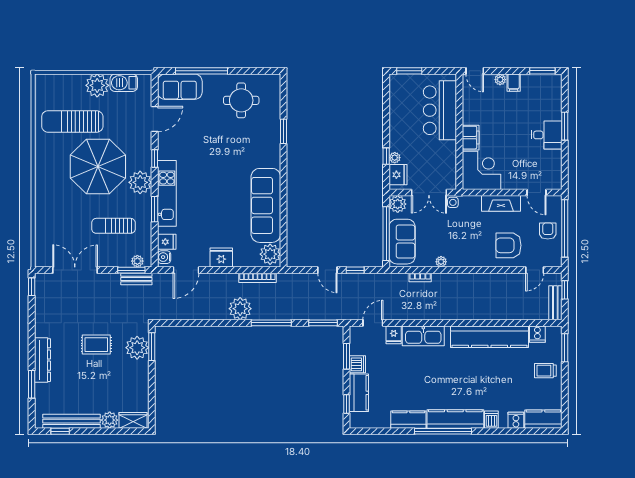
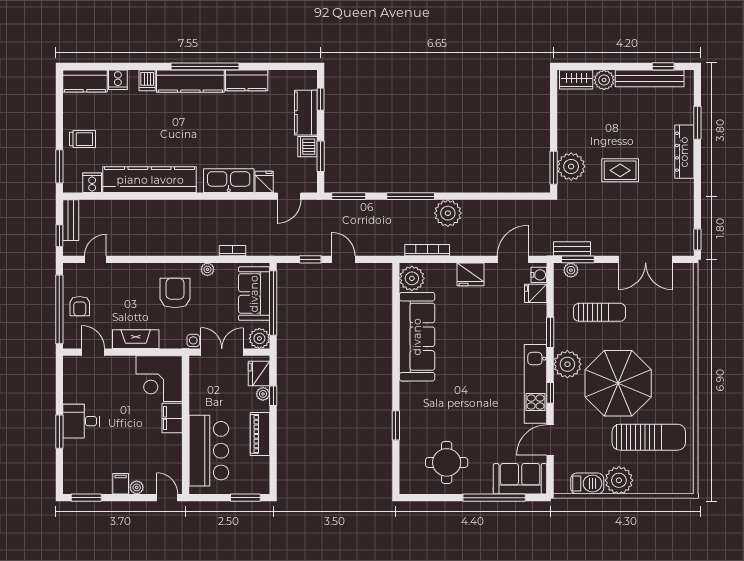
piano: (397, 124) -> (260, 434), added
kitchen unit: (167, 193) -> (536, 384), moved
armchair: (508, 245) -> (175, 293), moved, turned -90

